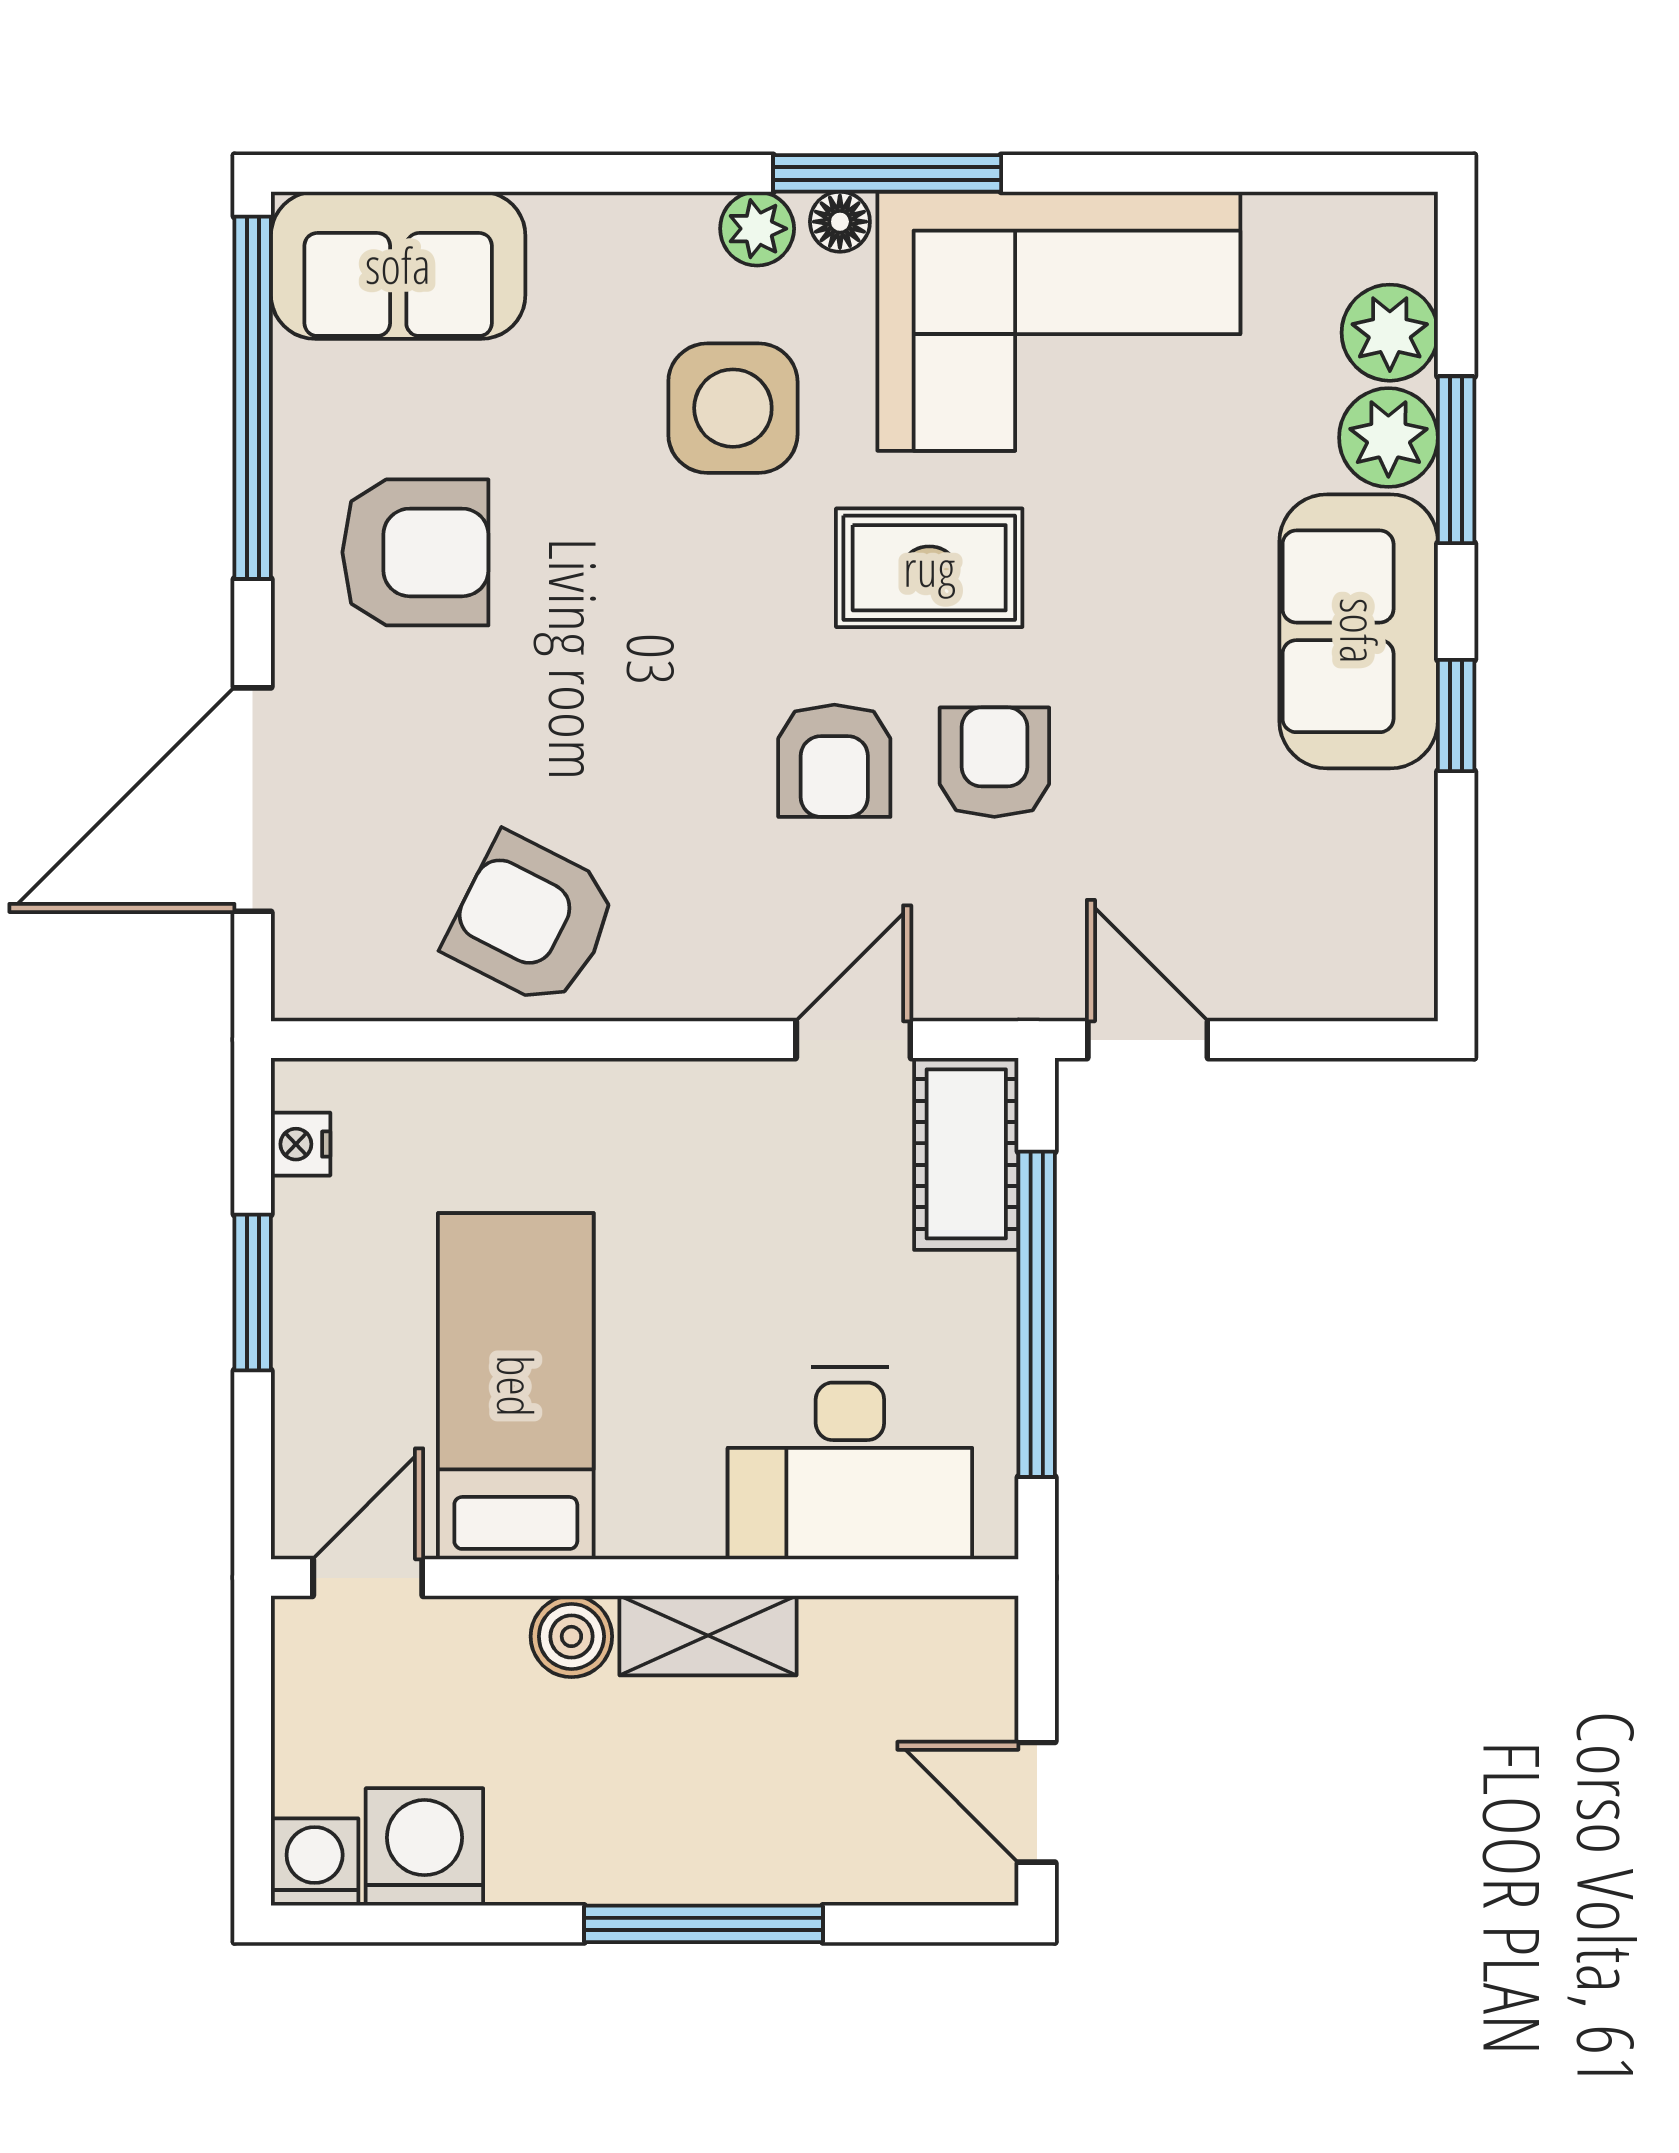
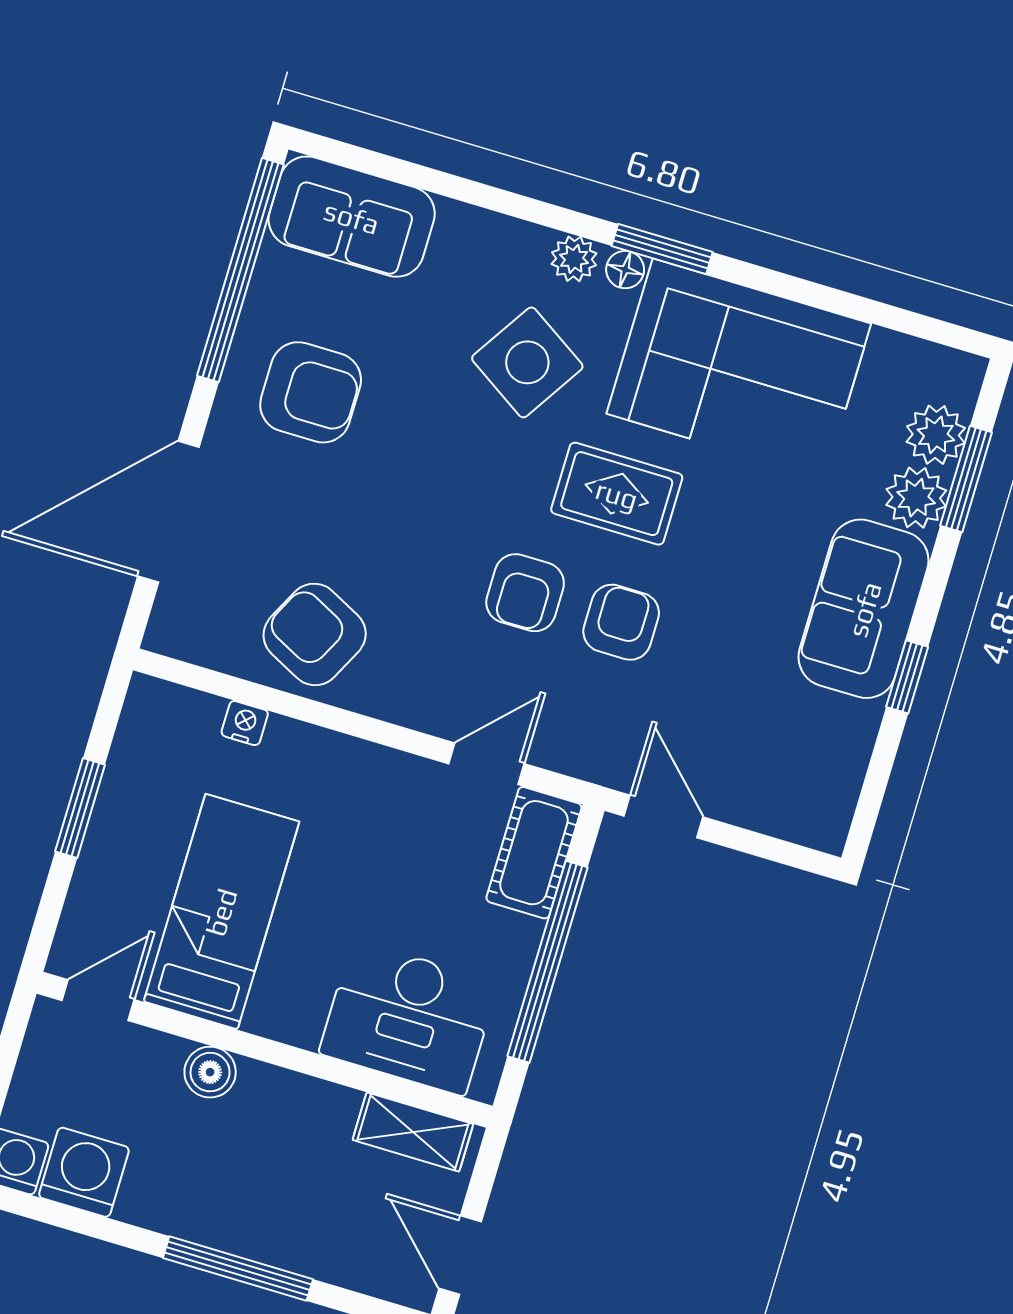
window: (887, 173) -> (662, 249), width x0.69
side table: (733, 408) -> (527, 362), turned 33
window: (1456, 460) -> (966, 479), moved
nightstand: (301, 1144) -> (245, 723), moved, turned 90
shelving: (708, 1636) -> (413, 1132), moved

